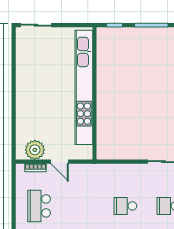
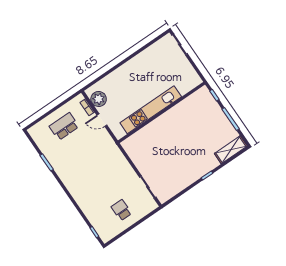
kitchen unit: (84, 87) -> (151, 110), width x0.73
door: (60, 162) -> (102, 120), hinge flipped
school desk: (125, 206) -> (102, 182), removed

